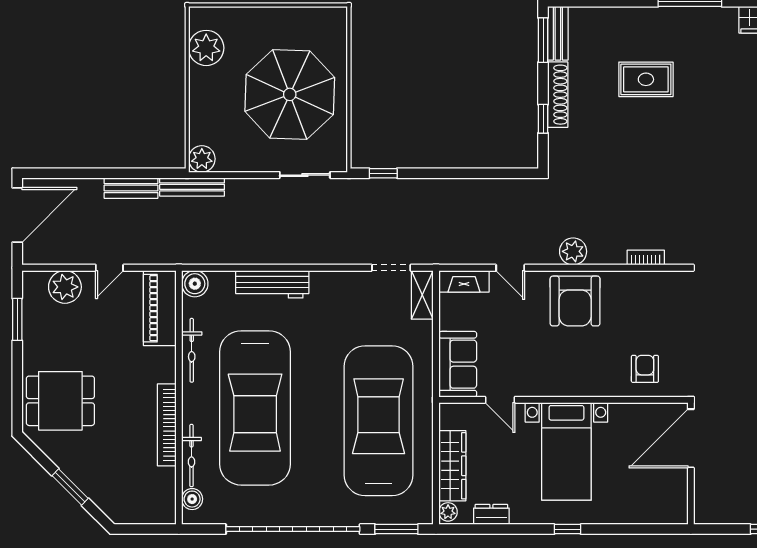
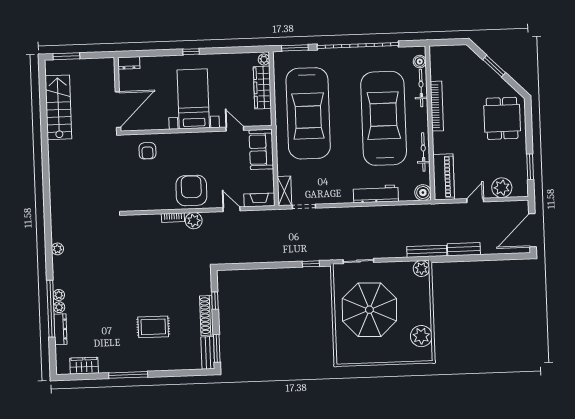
bookcase: (646, 258) -> (173, 218), moved
dining table: (60, 401) -> (502, 118), turned 90
dresser: (491, 514) -> (129, 63), moved

